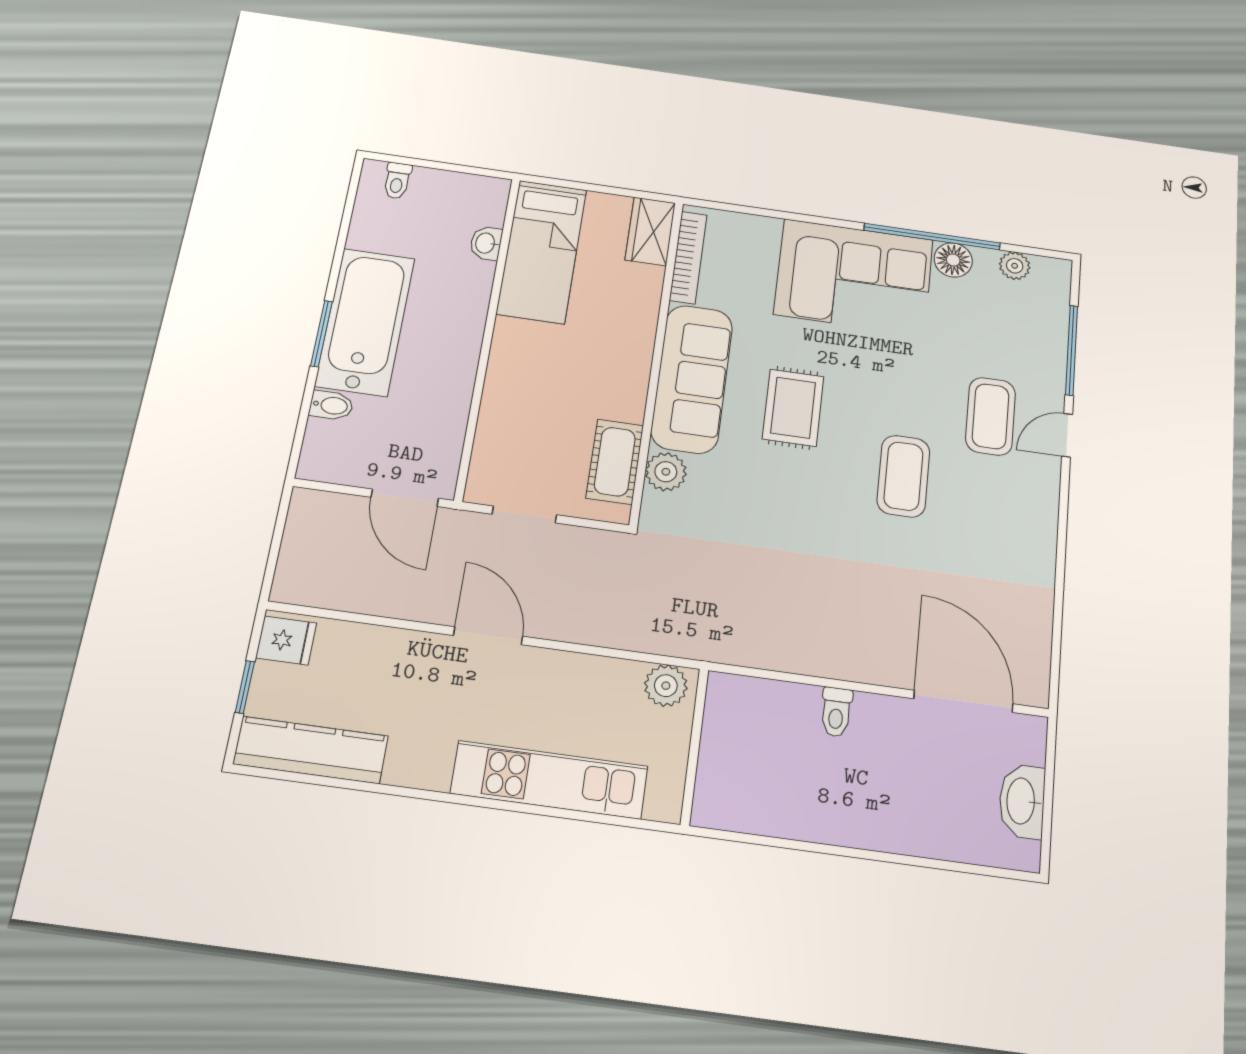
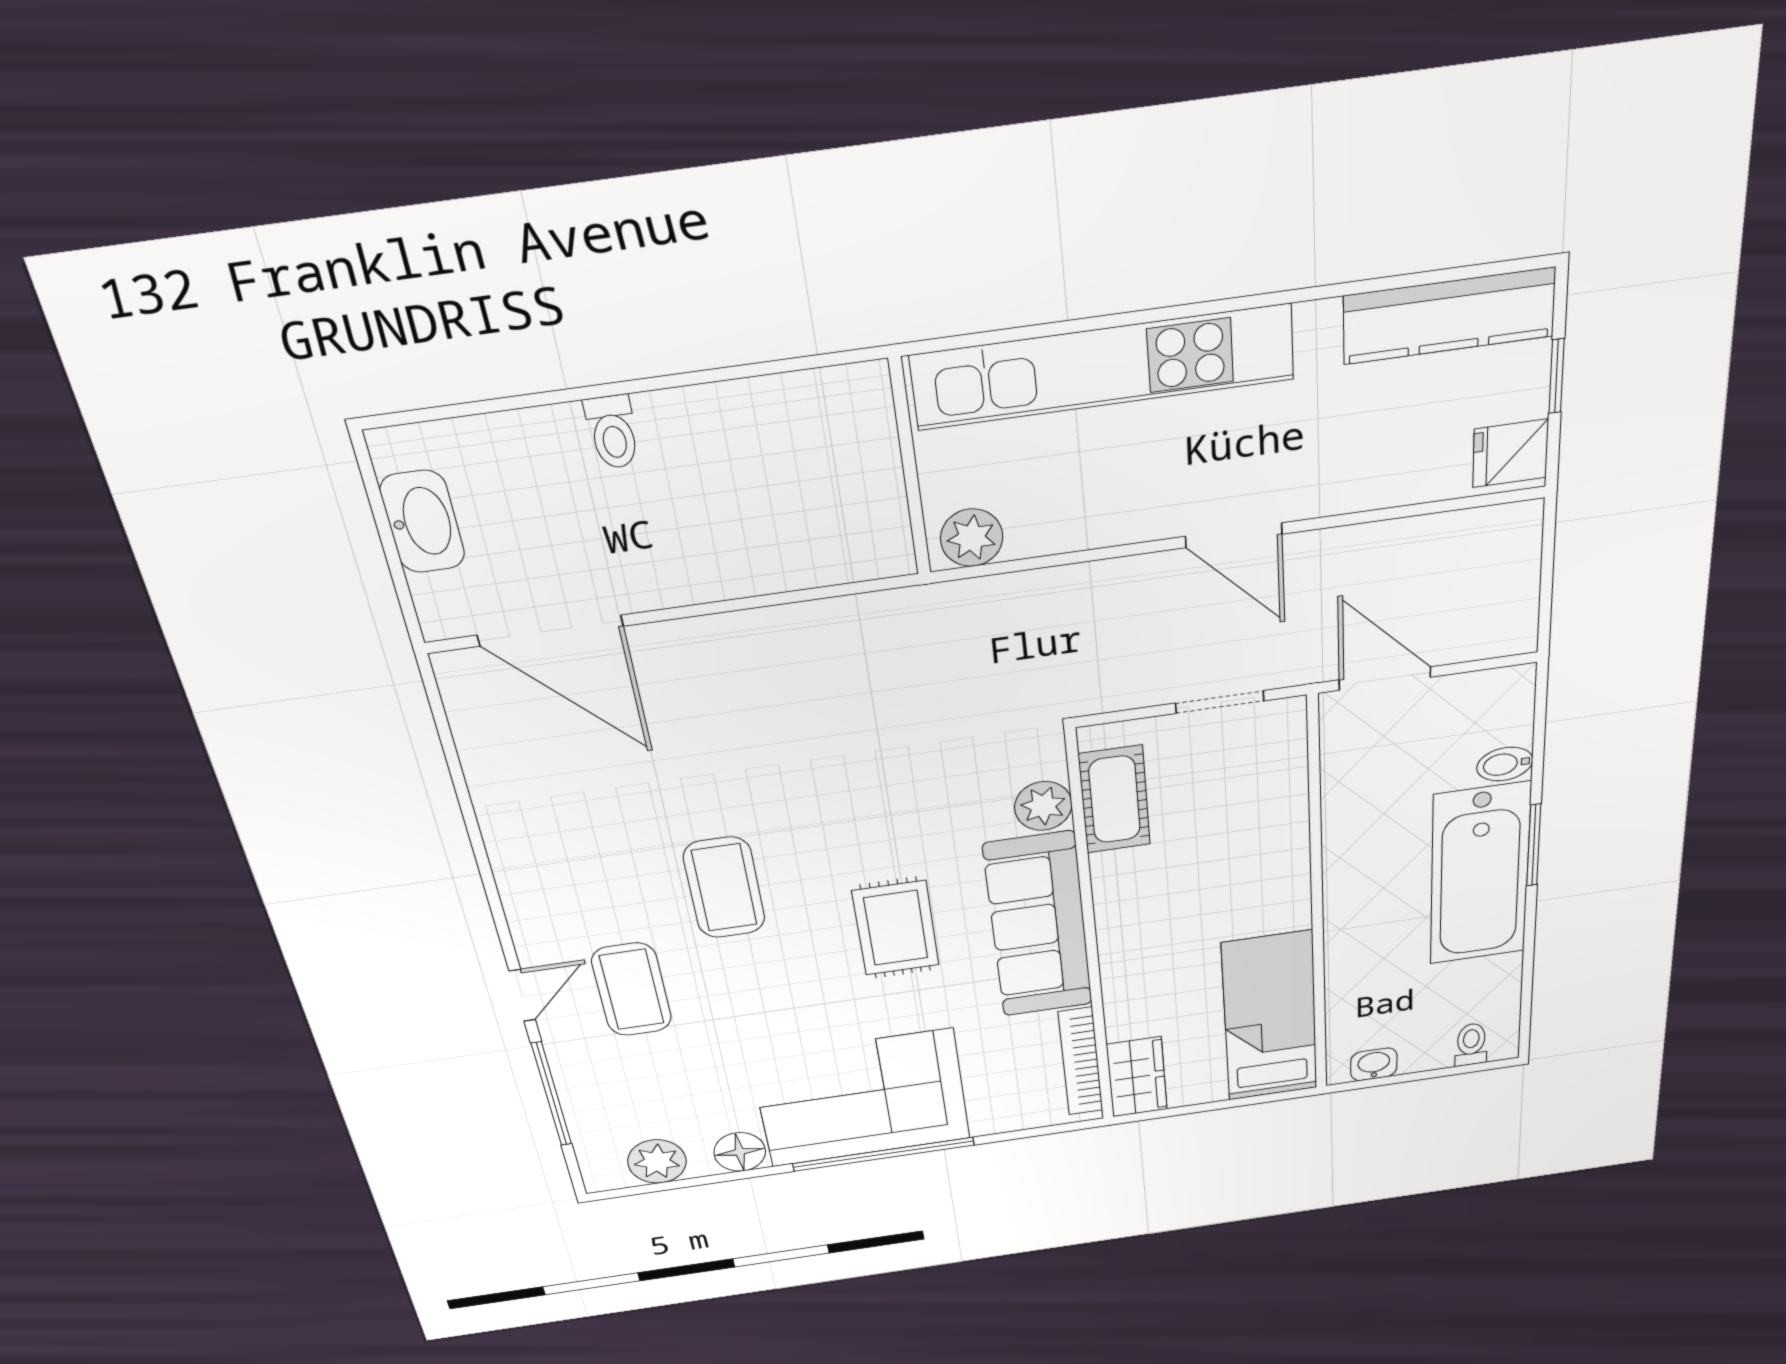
window: (932, 237) -> (883, 1154), moved
washbasin: (486, 243) -> (1374, 1064), moved, turned -90
plant: (1015, 266) -> (657, 1161), width x1.38, depth x1.38
toilet: (836, 712) -> (613, 432), moved, turned 180
kitchen unit: (549, 780) -> (1103, 367), width x1.36

